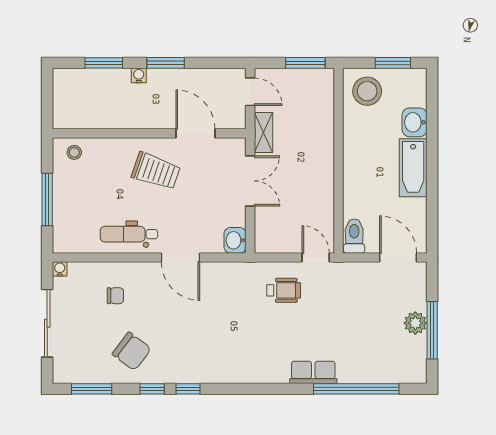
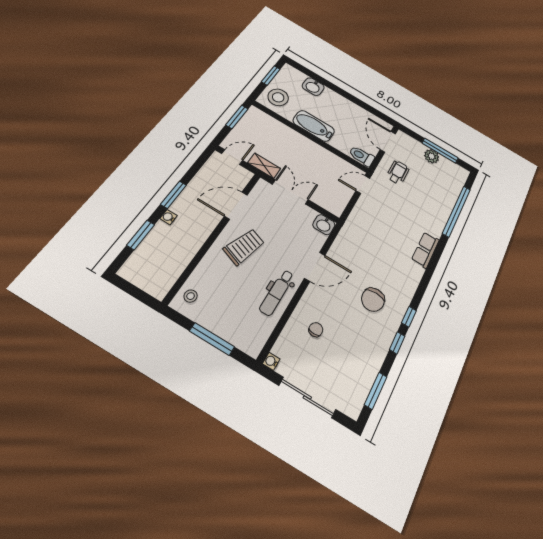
bathtub: (413, 168) -> (314, 126), moved, turned 180
door: (398, 257) -> (388, 142), hinge flipped
wheelchair: (284, 290) -> (398, 172), moved
chair: (132, 351) -> (373, 300), moved, turned 143
row of seats: (313, 372) -> (425, 250), moved

